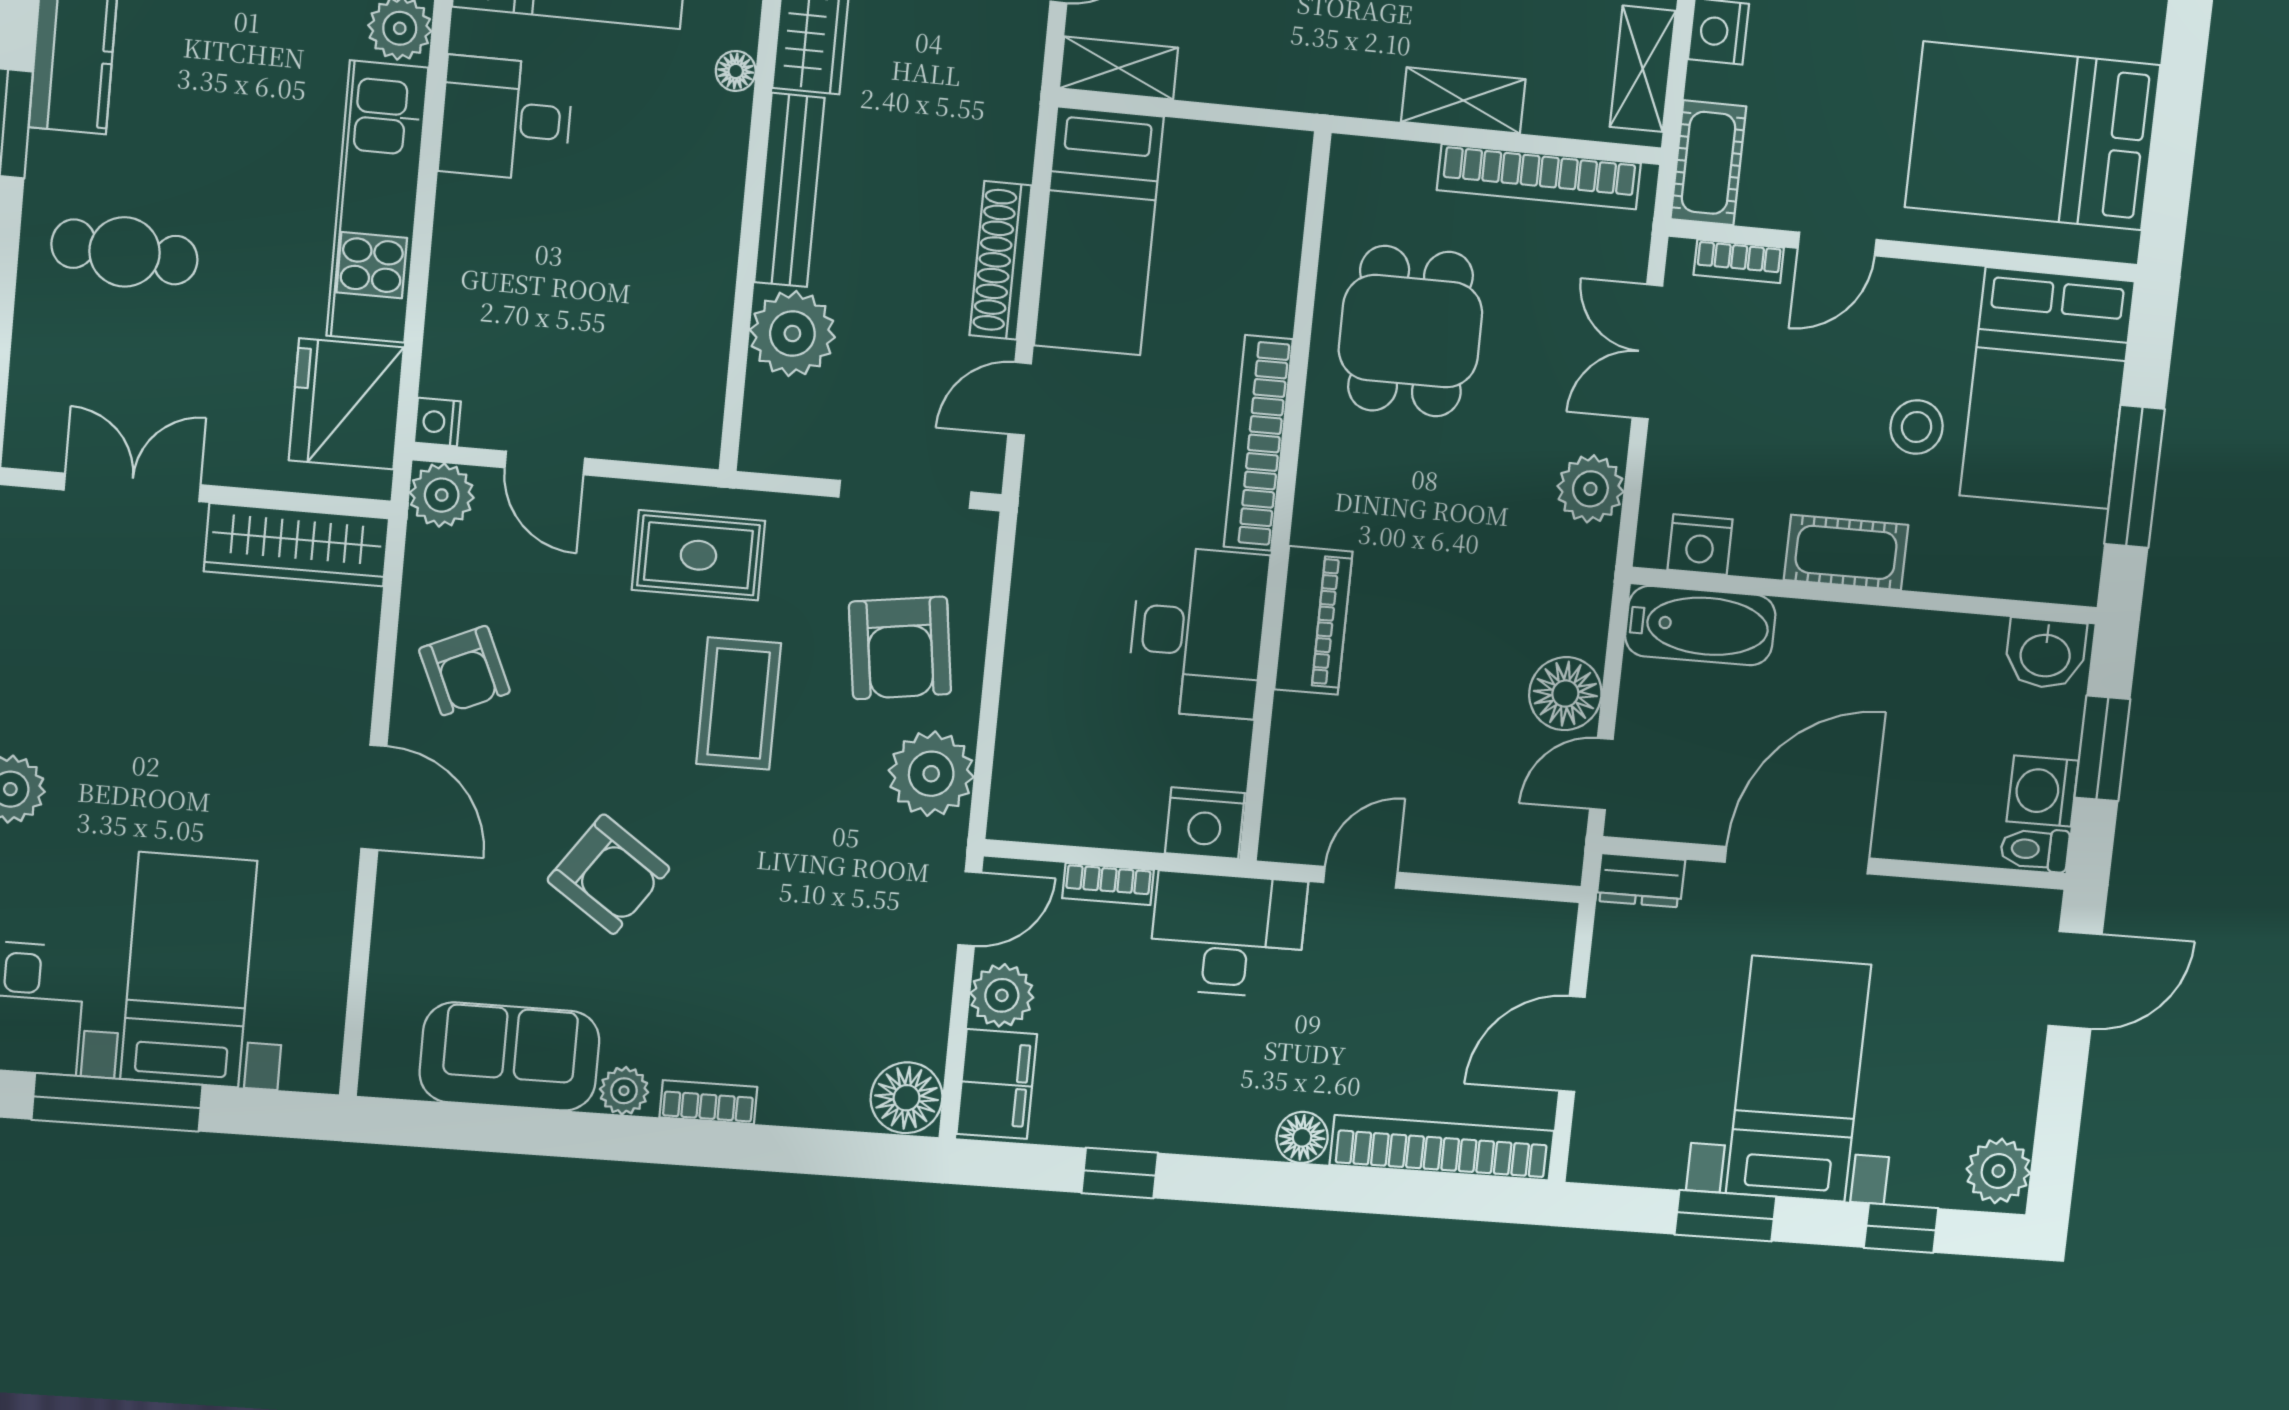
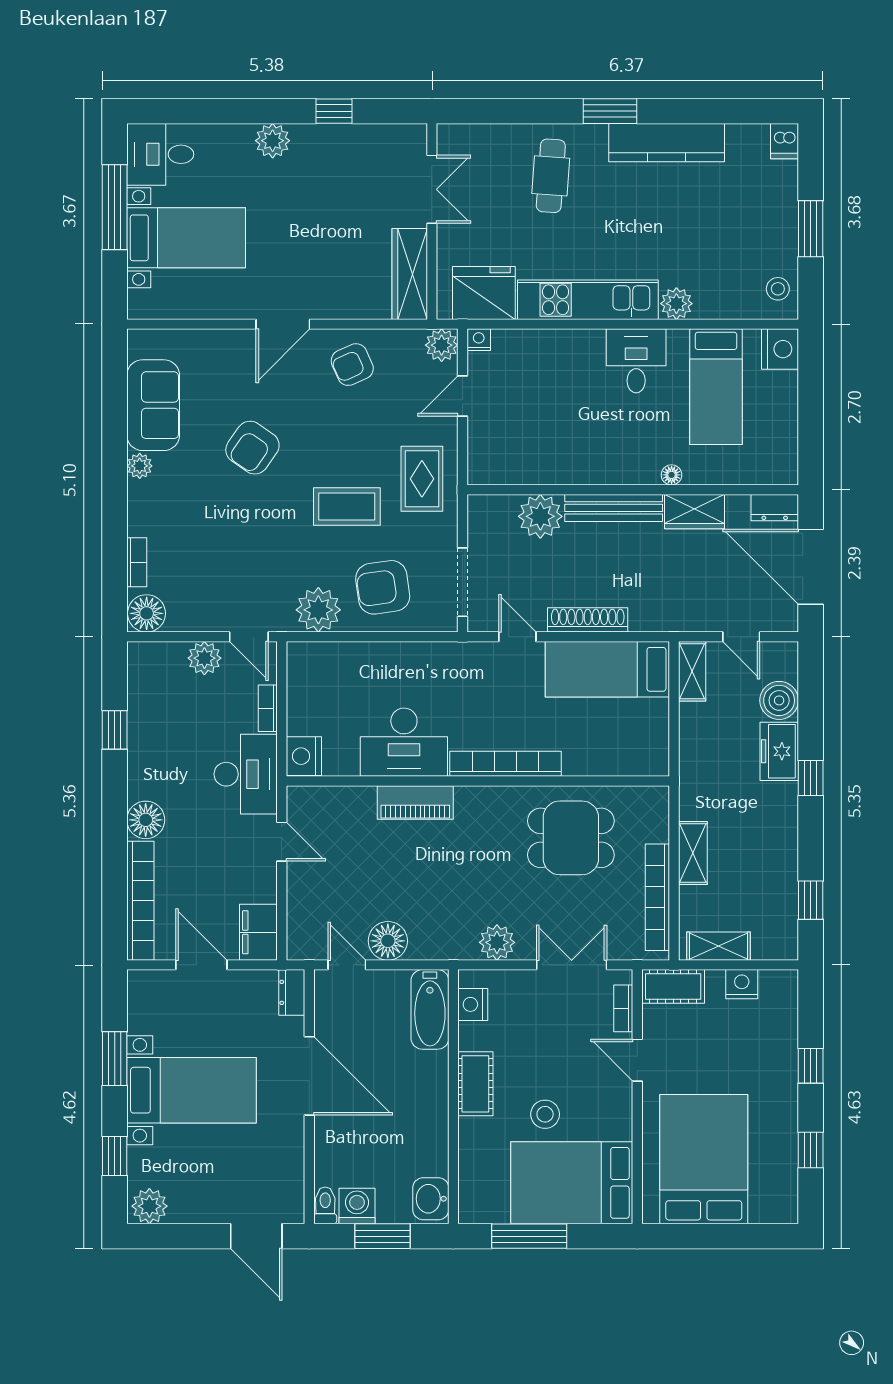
filing cabinet: (997, 1084) -> (258, 932), moved, turned 90
bookcase: (708, 1102) -> (137, 562), moved
floor lamp: (1302, 1137) -> (146, 820), width x1.38, depth x1.38

